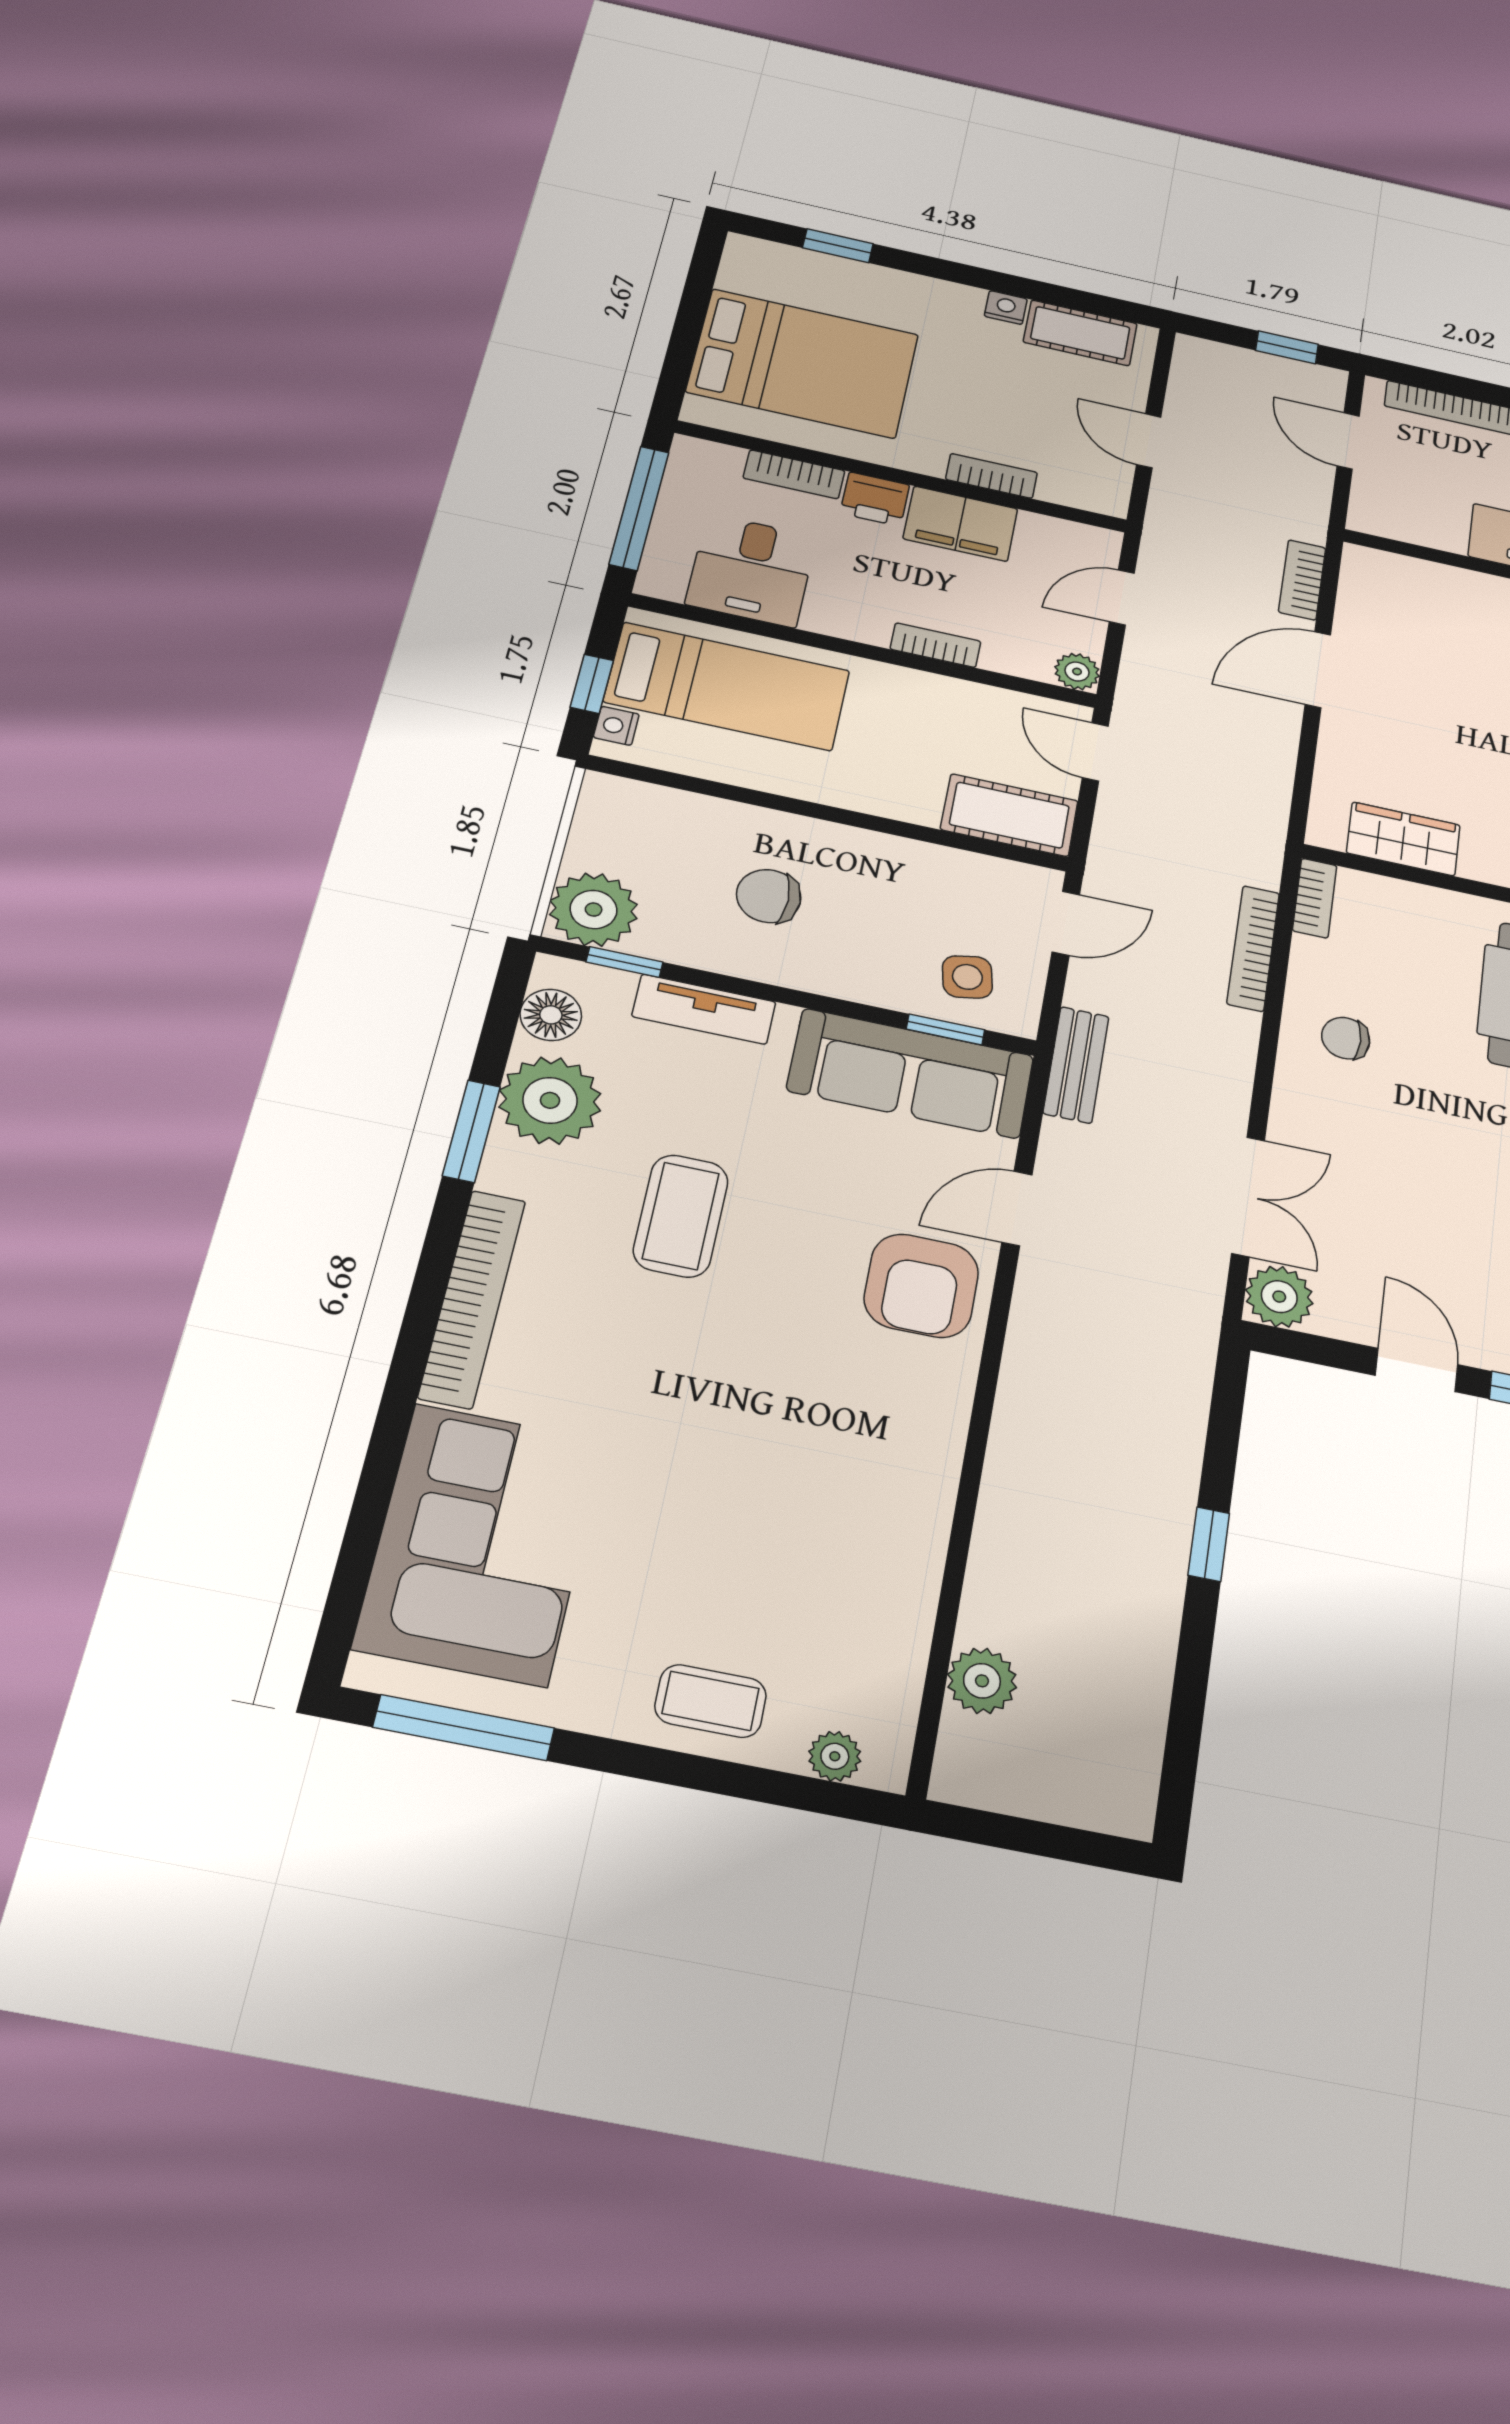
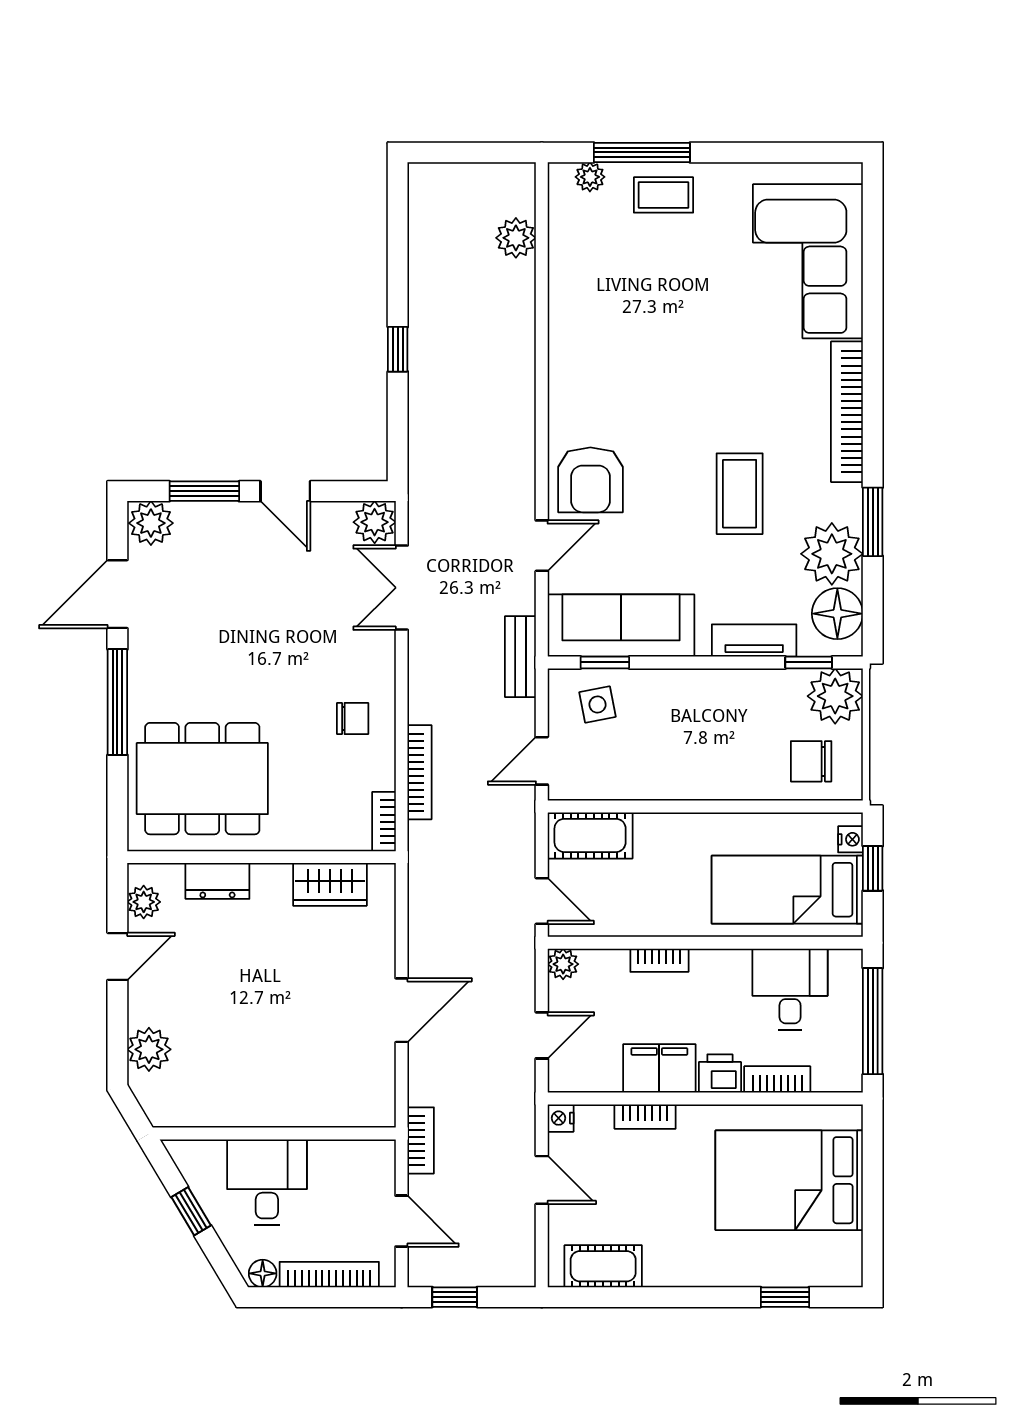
nightstand: (1006, 308) -> (561, 1118), moved, turned 90
bookcase: (1302, 580) -> (421, 1140), moved
chair: (769, 896) -> (811, 761), moved, turned 180
floor lamp: (551, 1015) -> (837, 614), width x1.38, depth x1.38
armchair: (921, 1286) -> (590, 480), turned 180
window: (464, 1728) -> (642, 152), moved

